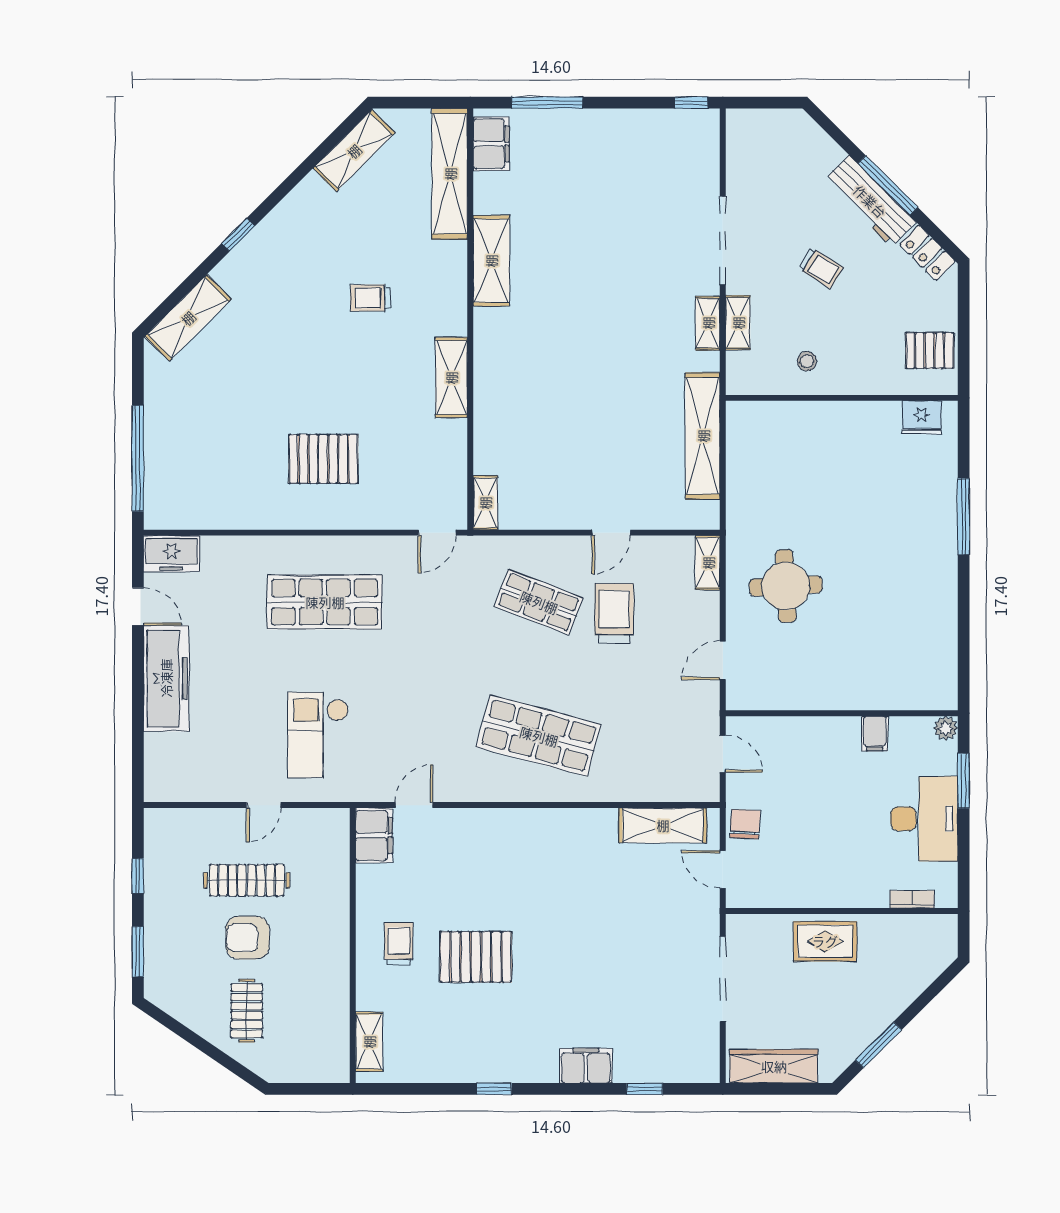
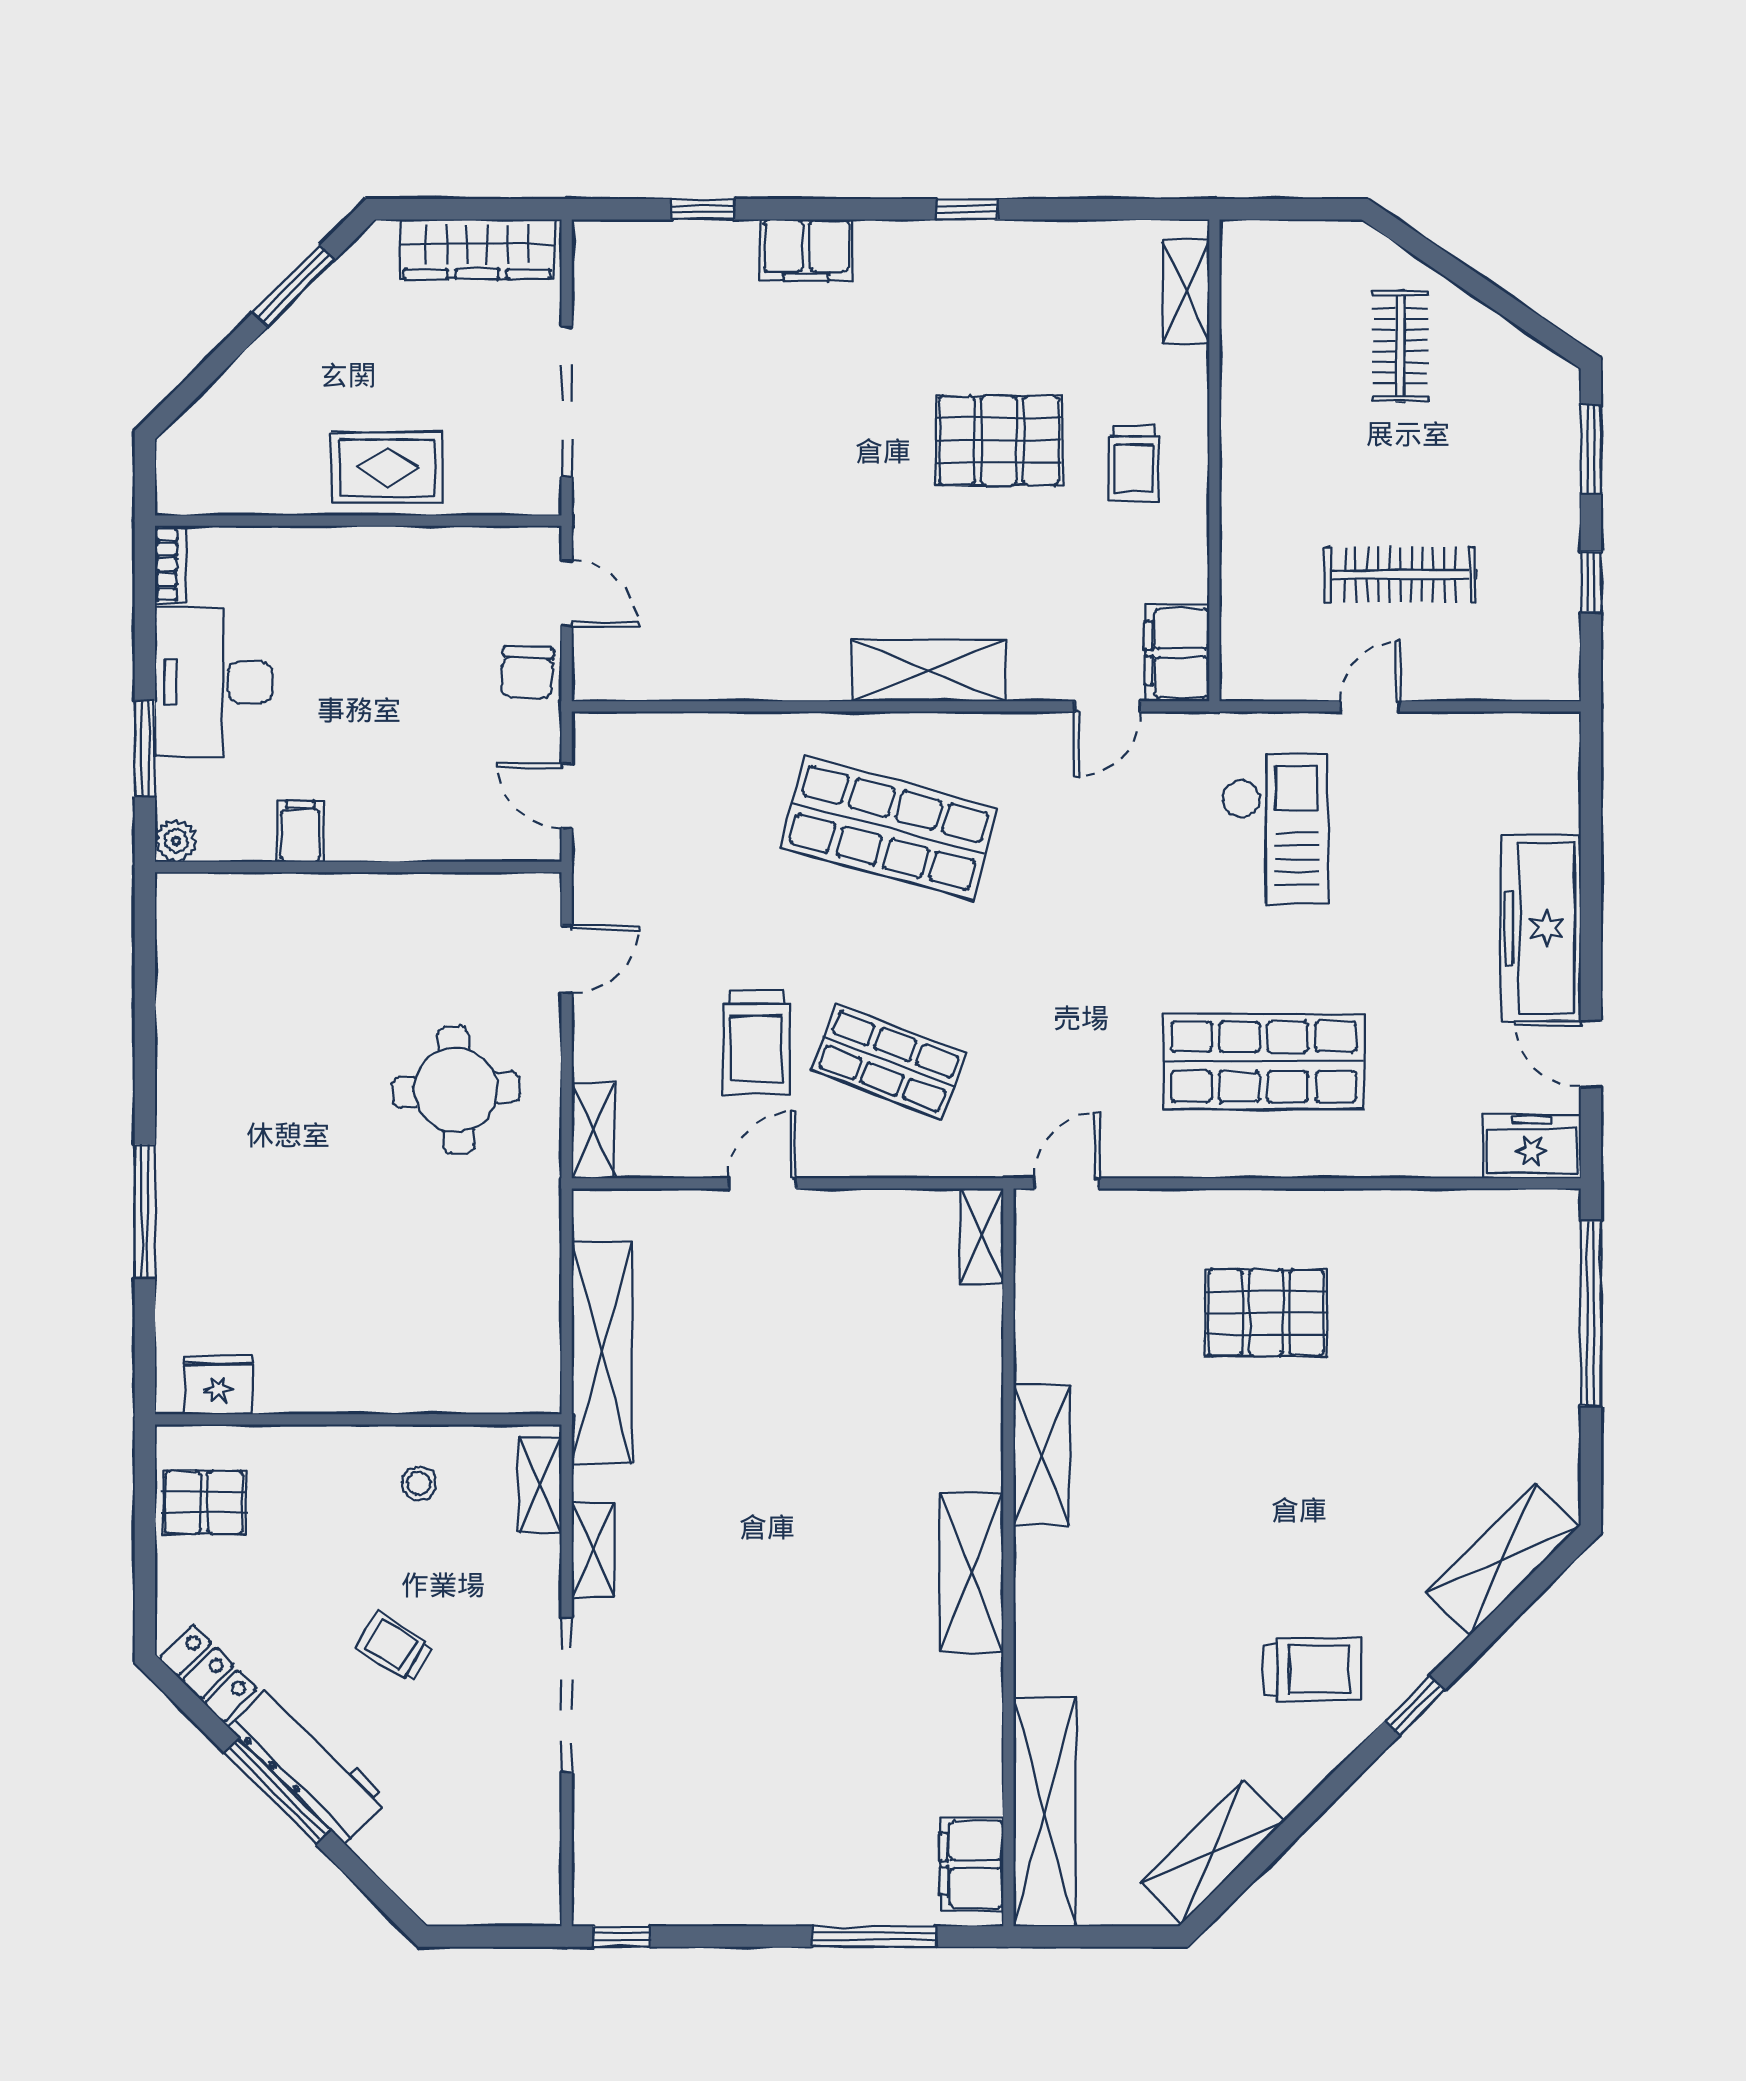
shelving: (491, 261) -> (972, 1572), moved
trolley: (370, 298) -> (1312, 1670), moved, width x1.36, depth x1.39
shelving: (738, 323) -> (540, 1485), moved
shelving: (663, 825) -> (929, 671), moved
bookcase: (912, 899) -> (170, 564), moved, turned -90
armchair: (247, 938) -> (1399, 474), removed

